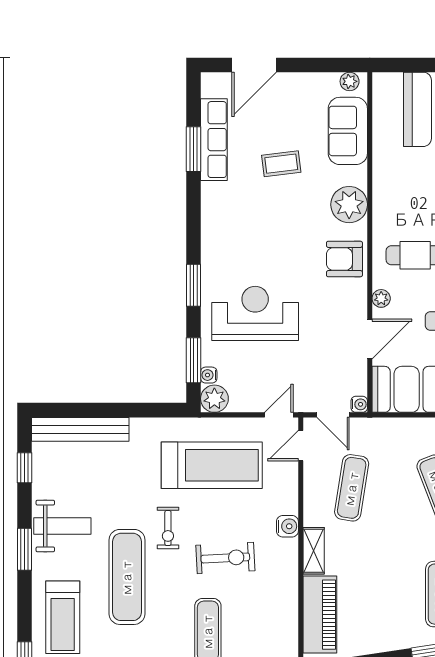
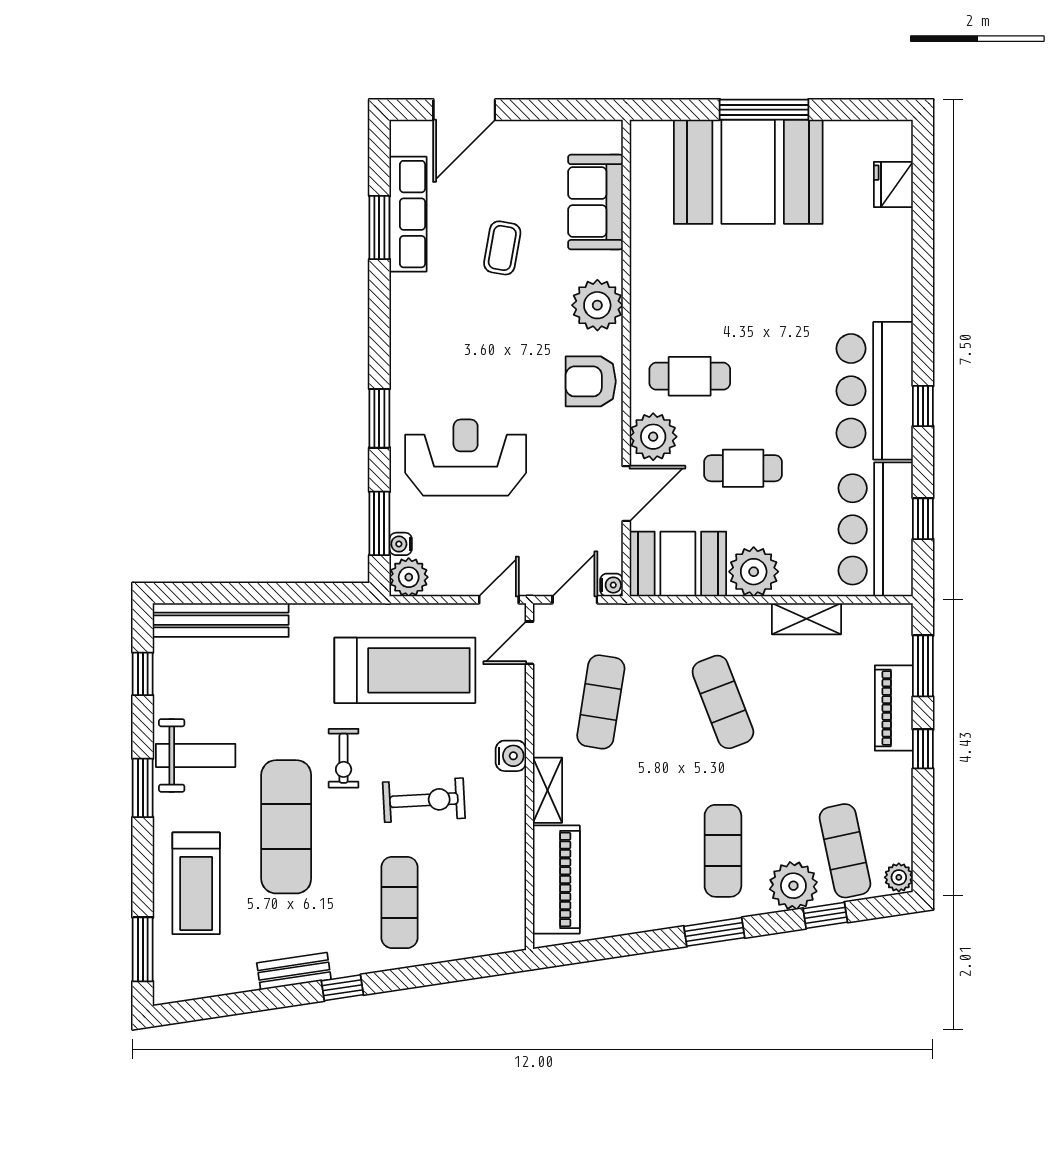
plant: (350, 81) -> (598, 133), removed
coffee table: (281, 164) -> (502, 248), turned -73
plant: (381, 298) -> (653, 437), width x1.88, depth x1.88
door: (333, 415) -> (575, 600), swing flipped

